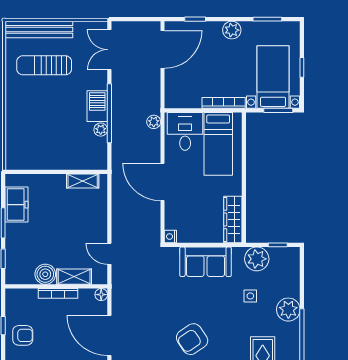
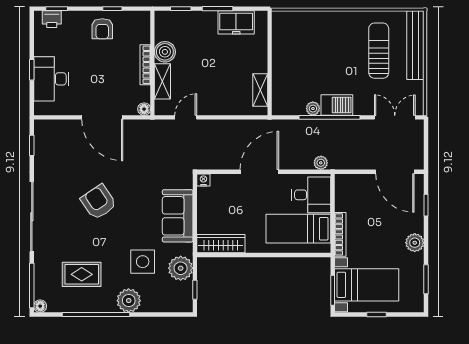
side table: (250, 296) -> (143, 262), width x1.87, depth x1.87
door: (109, 335) -> (102, 117), swing flipped

